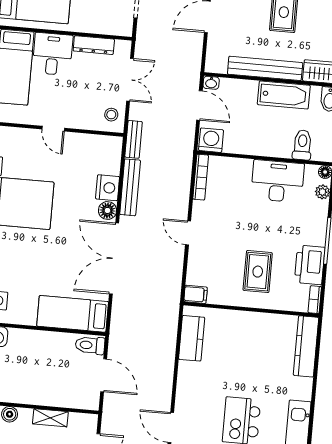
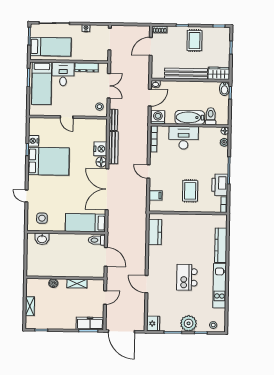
bathtub: (284, 95) -> (190, 117), moved, turned 180
door: (199, 105) -> (150, 98), hinge flipped
desk: (278, 181) -> (184, 138), moved
filing cabinet: (196, 294) -> (156, 195), moved
kitchen counter: (306, 346) -> (221, 245), moved

